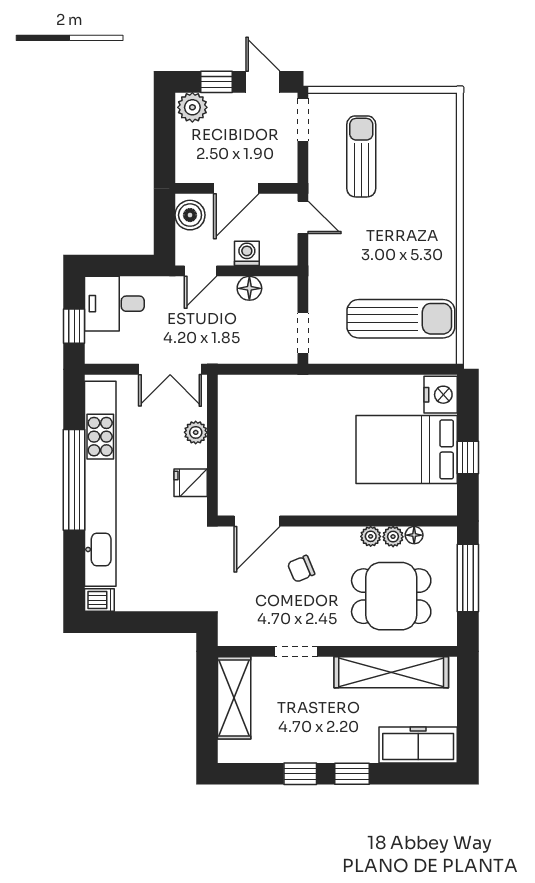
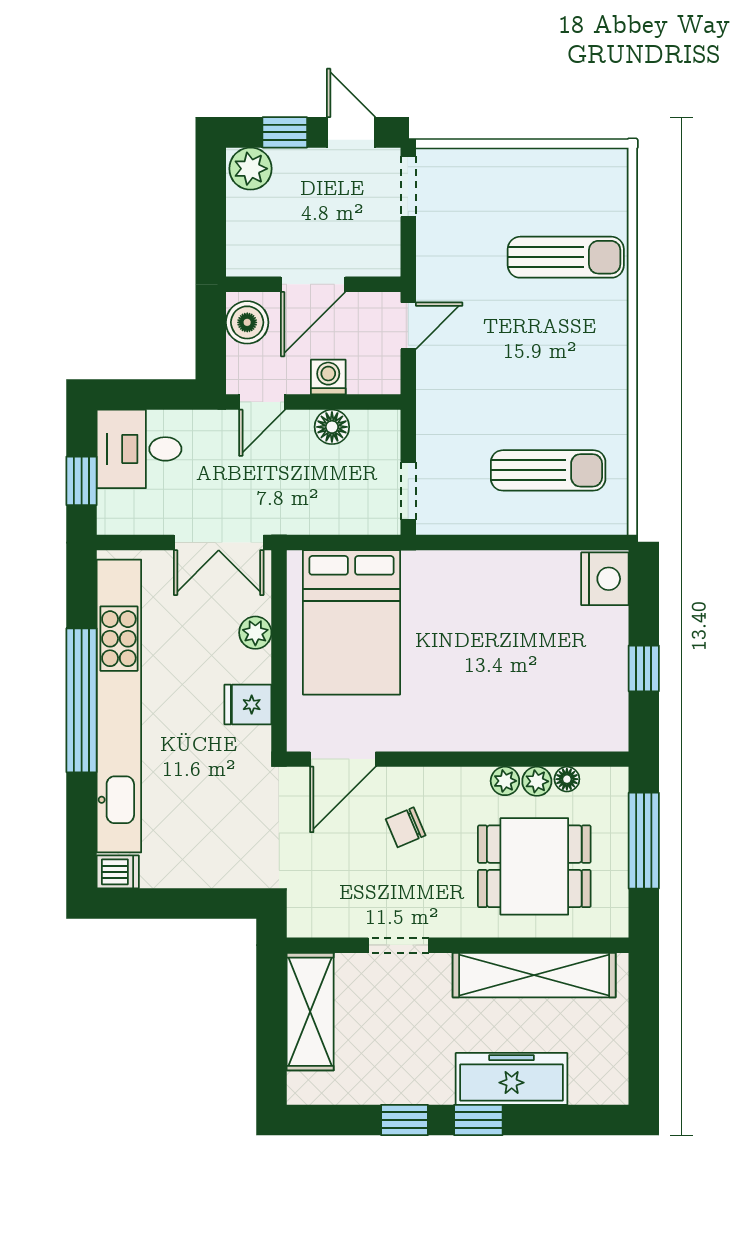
sun lounger: (361, 156) -> (566, 257), moved, turned 90
door: (303, 217) -> (408, 326), hinge flipped
sun lounger: (401, 319) -> (548, 470), width x0.73, depth x0.75
bed: (407, 449) -> (351, 622), moved, turned -90
freezer: (418, 745) -> (512, 1079), moved

